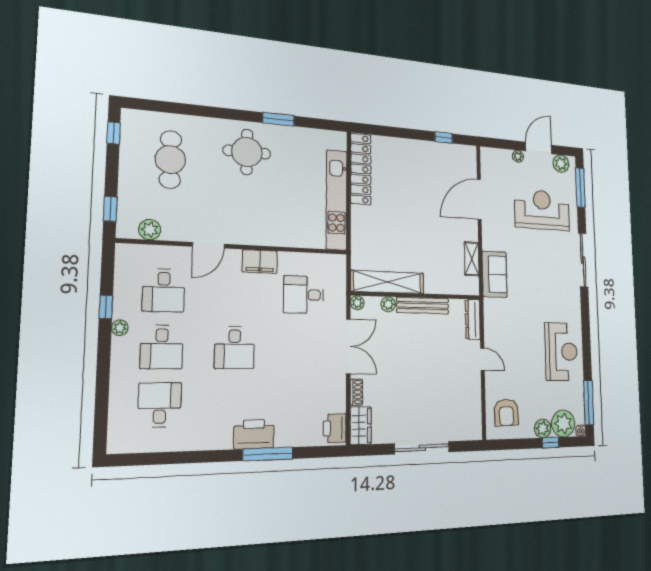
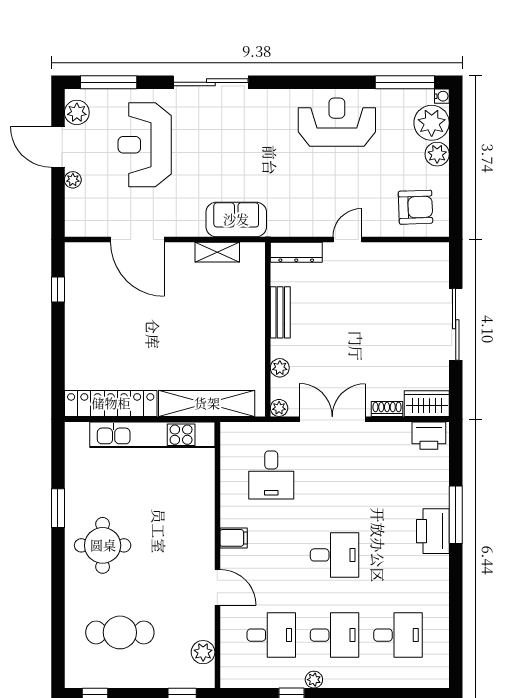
filing cabinet: (260, 261) -> (234, 538), width x0.50
shelving: (388, 282) -> (207, 403), moved, turned 90
bench: (423, 306) -> (280, 312), width x0.73
desk: (160, 405) -> (398, 635), turned 180
window: (551, 443) -> (456, 143), removed

